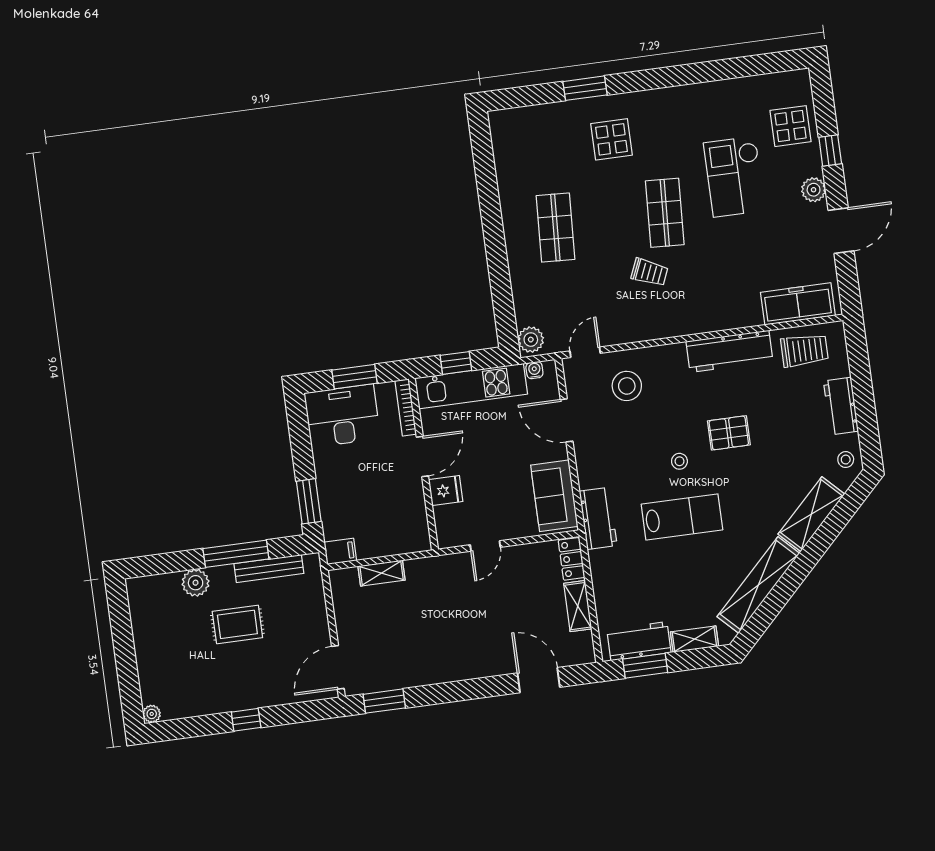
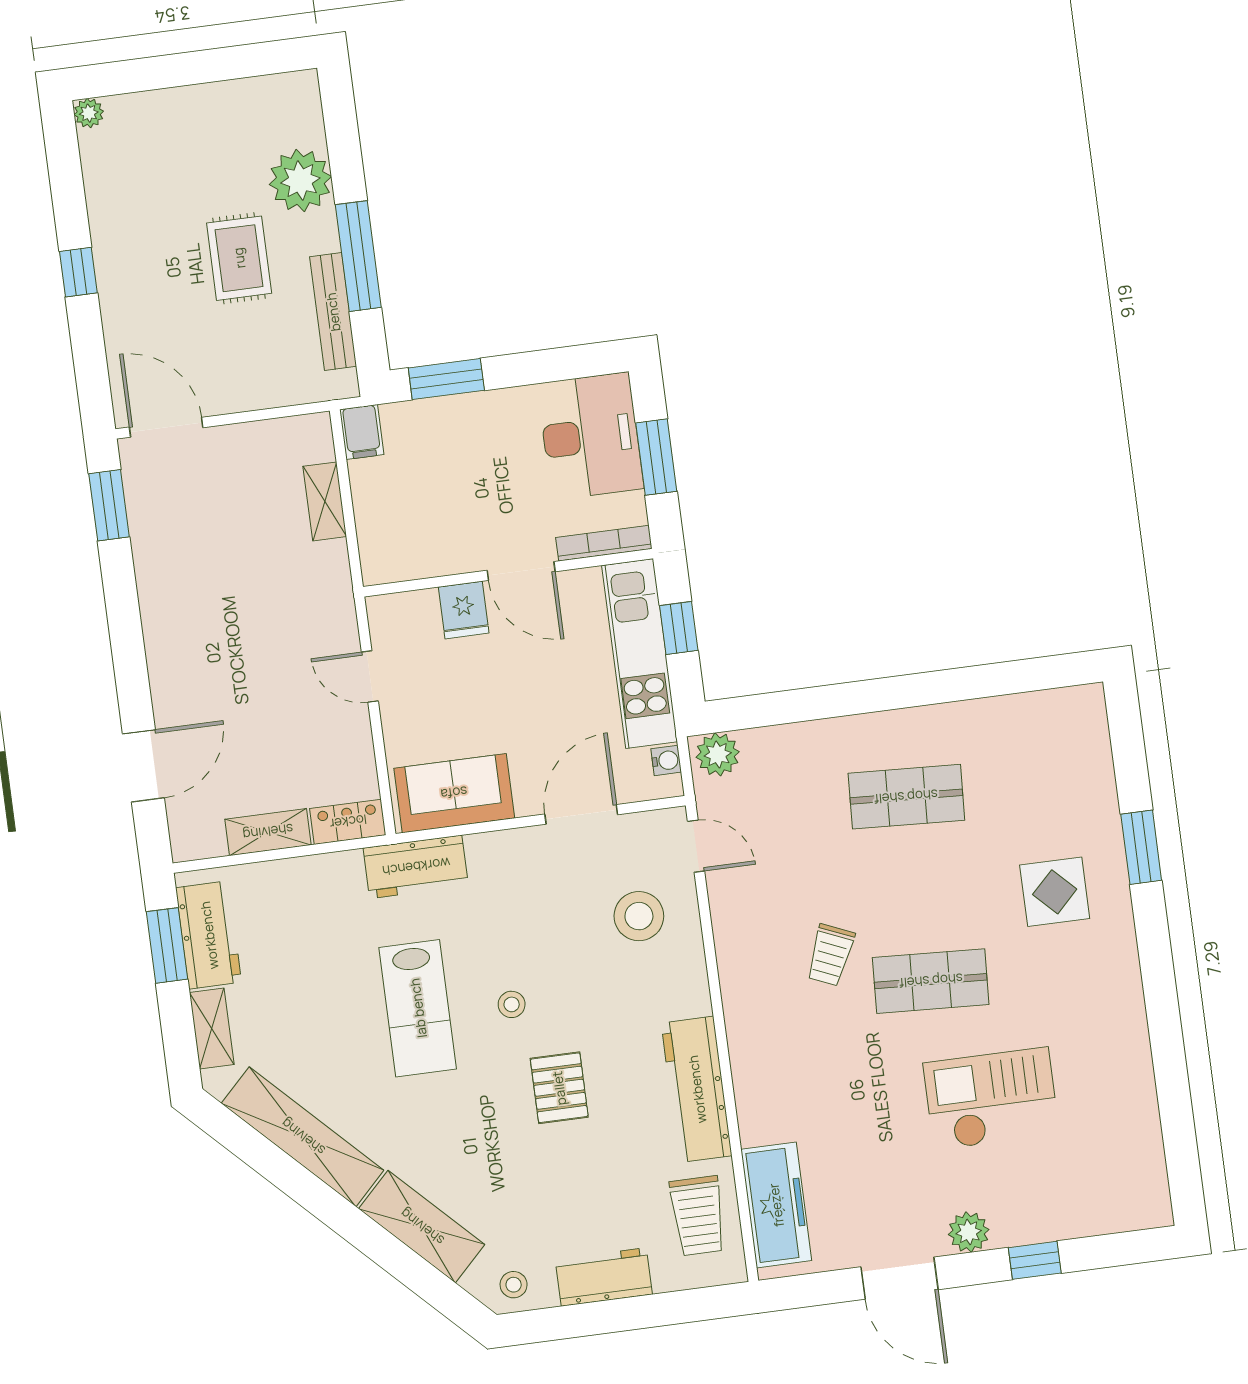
display table: (791, 126) -> (1076, 1194), removed
plant: (196, 583) -> (300, 180), width x1.36, depth x1.36

